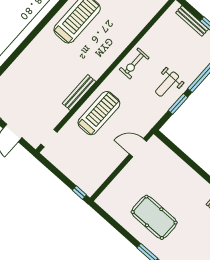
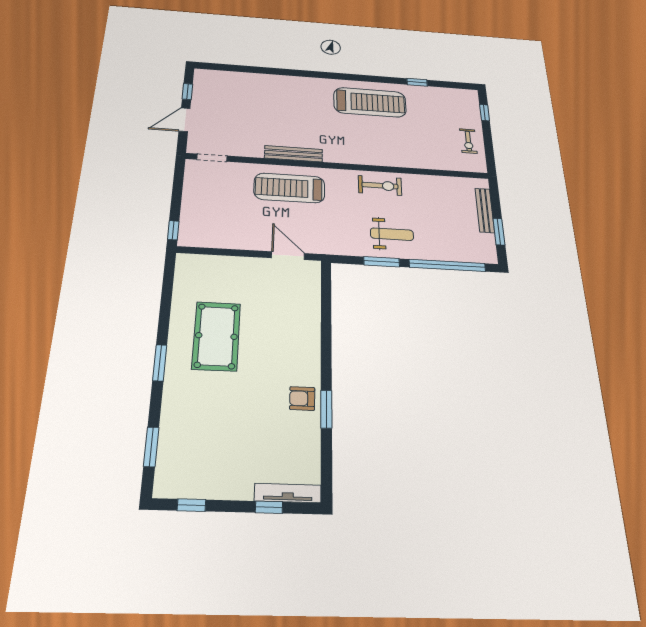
exercise bike: (134, 64) -> (380, 186), turned 180
weight bench: (167, 84) -> (392, 234), turned 180
treadmill: (99, 113) -> (289, 188), turned 180

